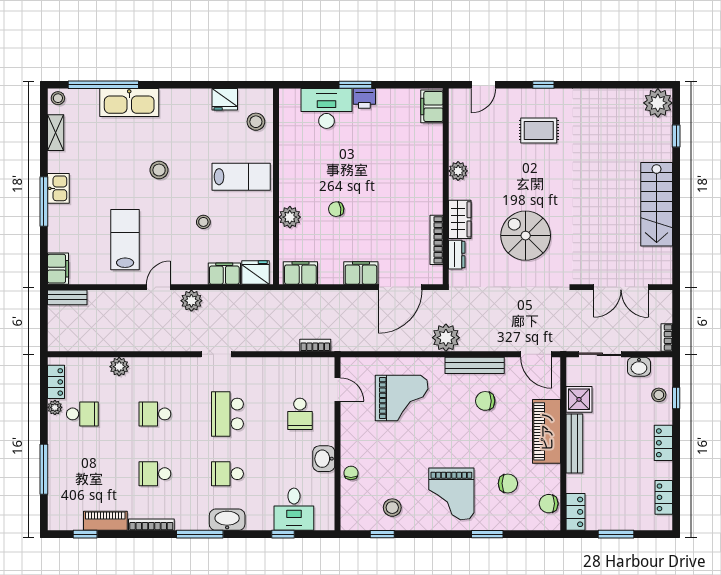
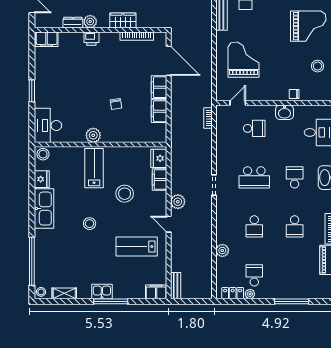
printer: (364, 98) -> (91, 39), moved, turned 90
kitchen sink: (129, 103) -> (44, 209), moved
desk: (327, 109) -> (48, 125), moved
stool: (256, 122) -> (43, 154), moved
plant: (290, 217) -> (93, 135), moved
stool: (203, 222) -> (125, 194), width x1.89, depth x1.89
dresser: (457, 255) -> (73, 23), moved
filing cabinet: (300, 273) -> (159, 111), moved
plant: (446, 338) -> (203, 30), removed
school desk: (227, 474) -> (295, 177), turned 180

